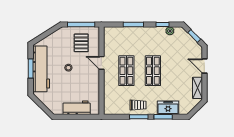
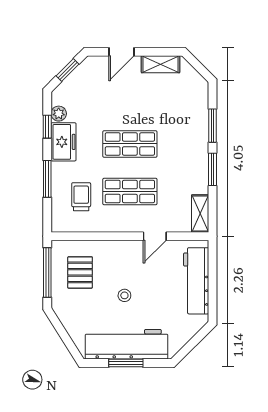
pallet: (81, 43) -> (80, 272), turned 90
door: (101, 63) -> (155, 236), moved
trolley: (138, 105) -> (81, 197), moved
workbench: (77, 108) -> (196, 281), width x1.37
freezer: (168, 108) -> (64, 142), moved, turned 180
shelving: (114, 110) -> (200, 214), added

